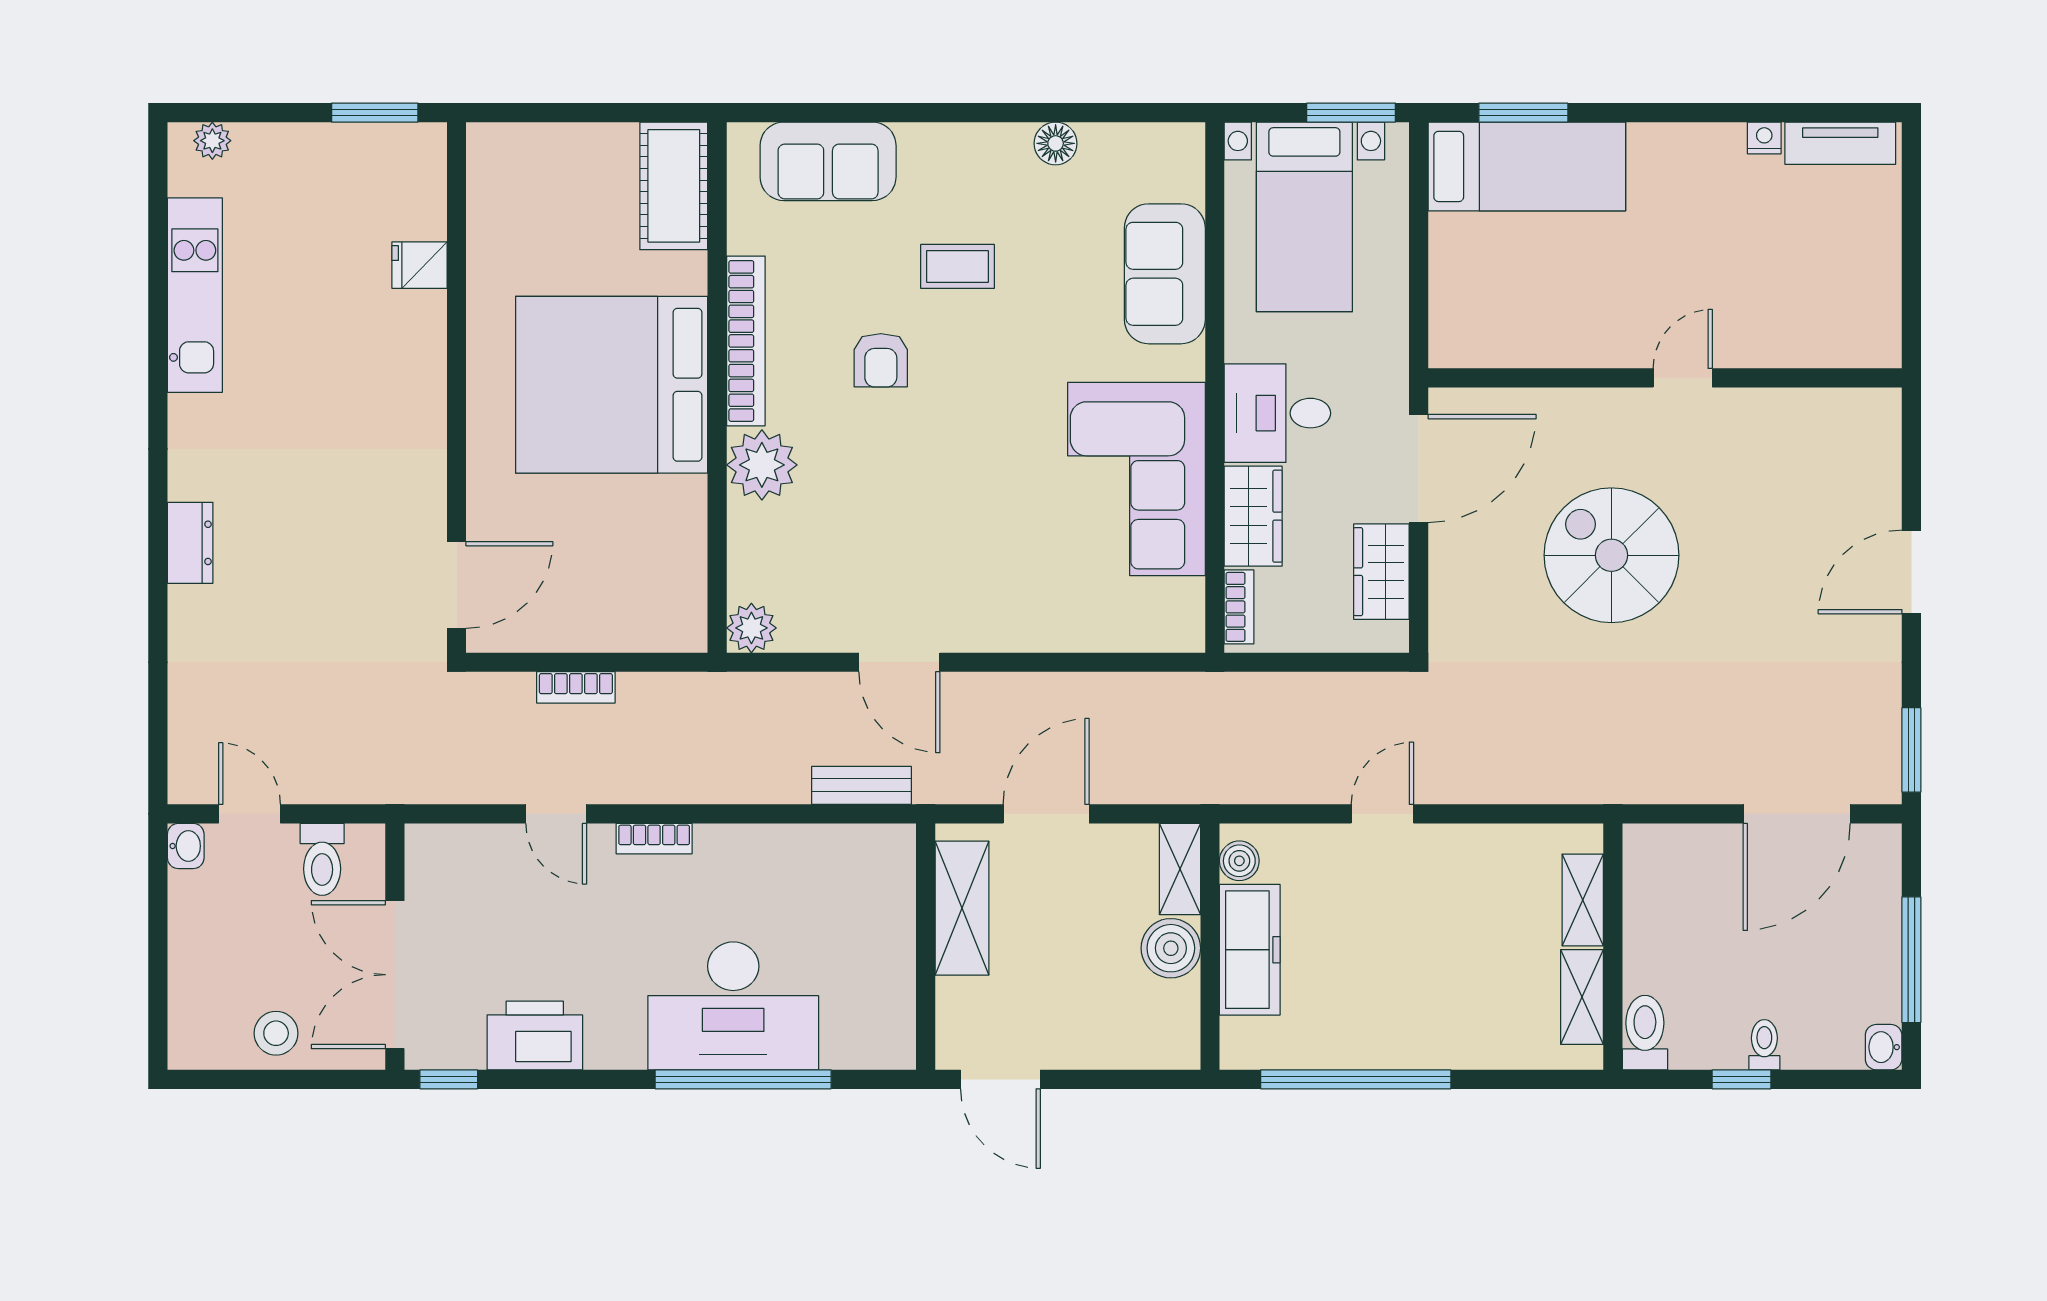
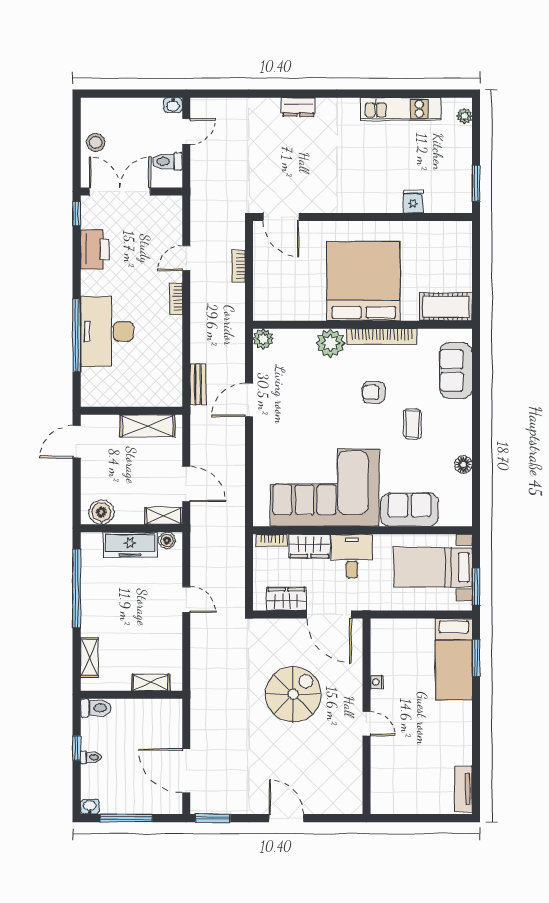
nightstand: (1764, 138) -> (377, 682), moved, turned 180
corner sofa: (1136, 479) -> (325, 488), width x1.36, depth x1.36
door: (1046, 814) -> (186, 484), moved
boiler: (1171, 948) -> (101, 512), moved
shelving: (1582, 997) -> (89, 657), moved, turned 90

